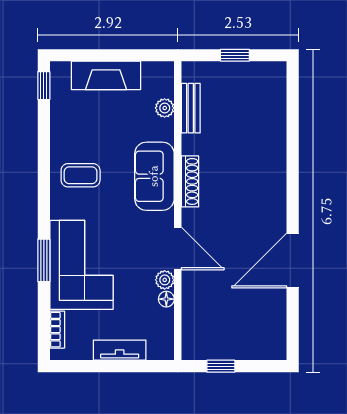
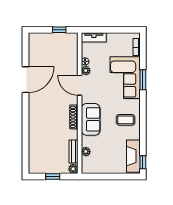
plant: (191, 71) -> (73, 169), added
fireplace: (106, 75) -> (133, 156), moved, turned -90
tv unit: (120, 350) -> (94, 37), moved

